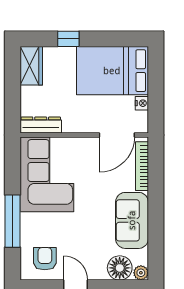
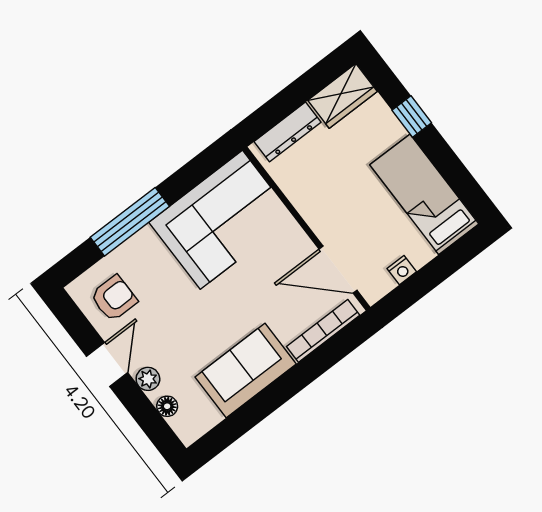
bed: (112, 71) -> (424, 194), width x0.67
dresser: (41, 125) -> (288, 132), moved, turned 90
floor lamp: (120, 268) -> (167, 406), width x0.53, depth x0.53
plant: (141, 273) -> (148, 379), moved

